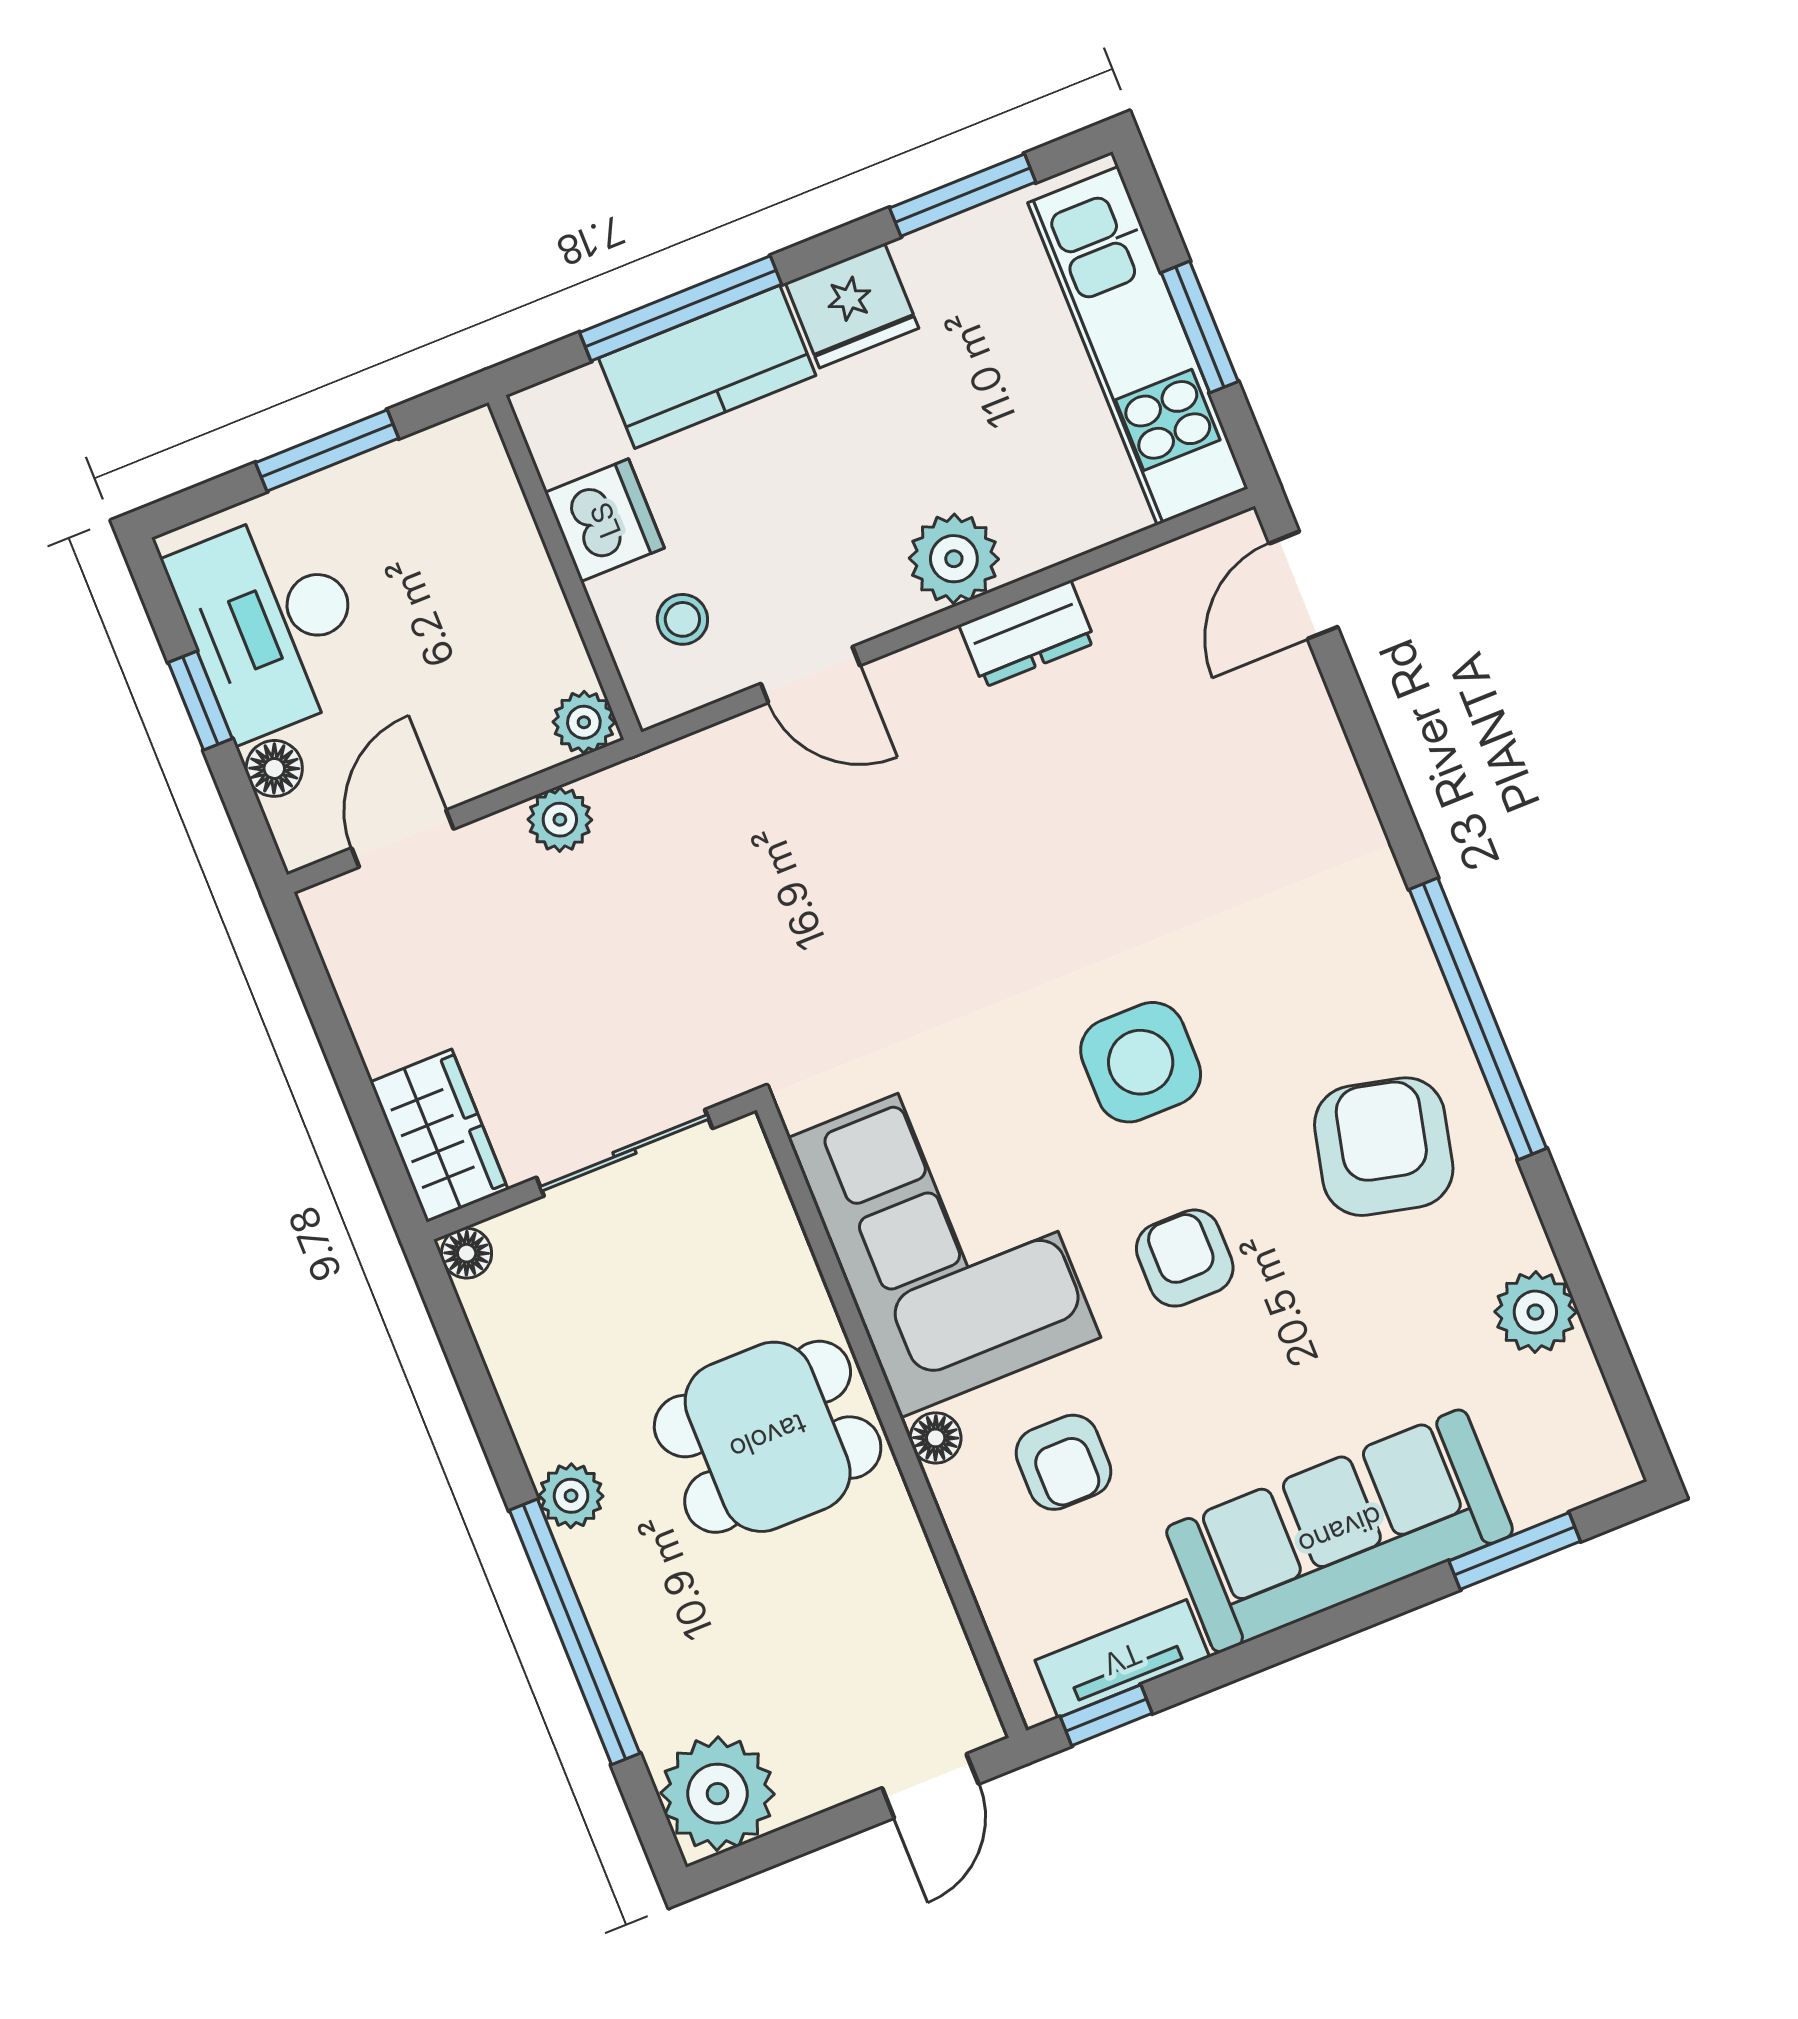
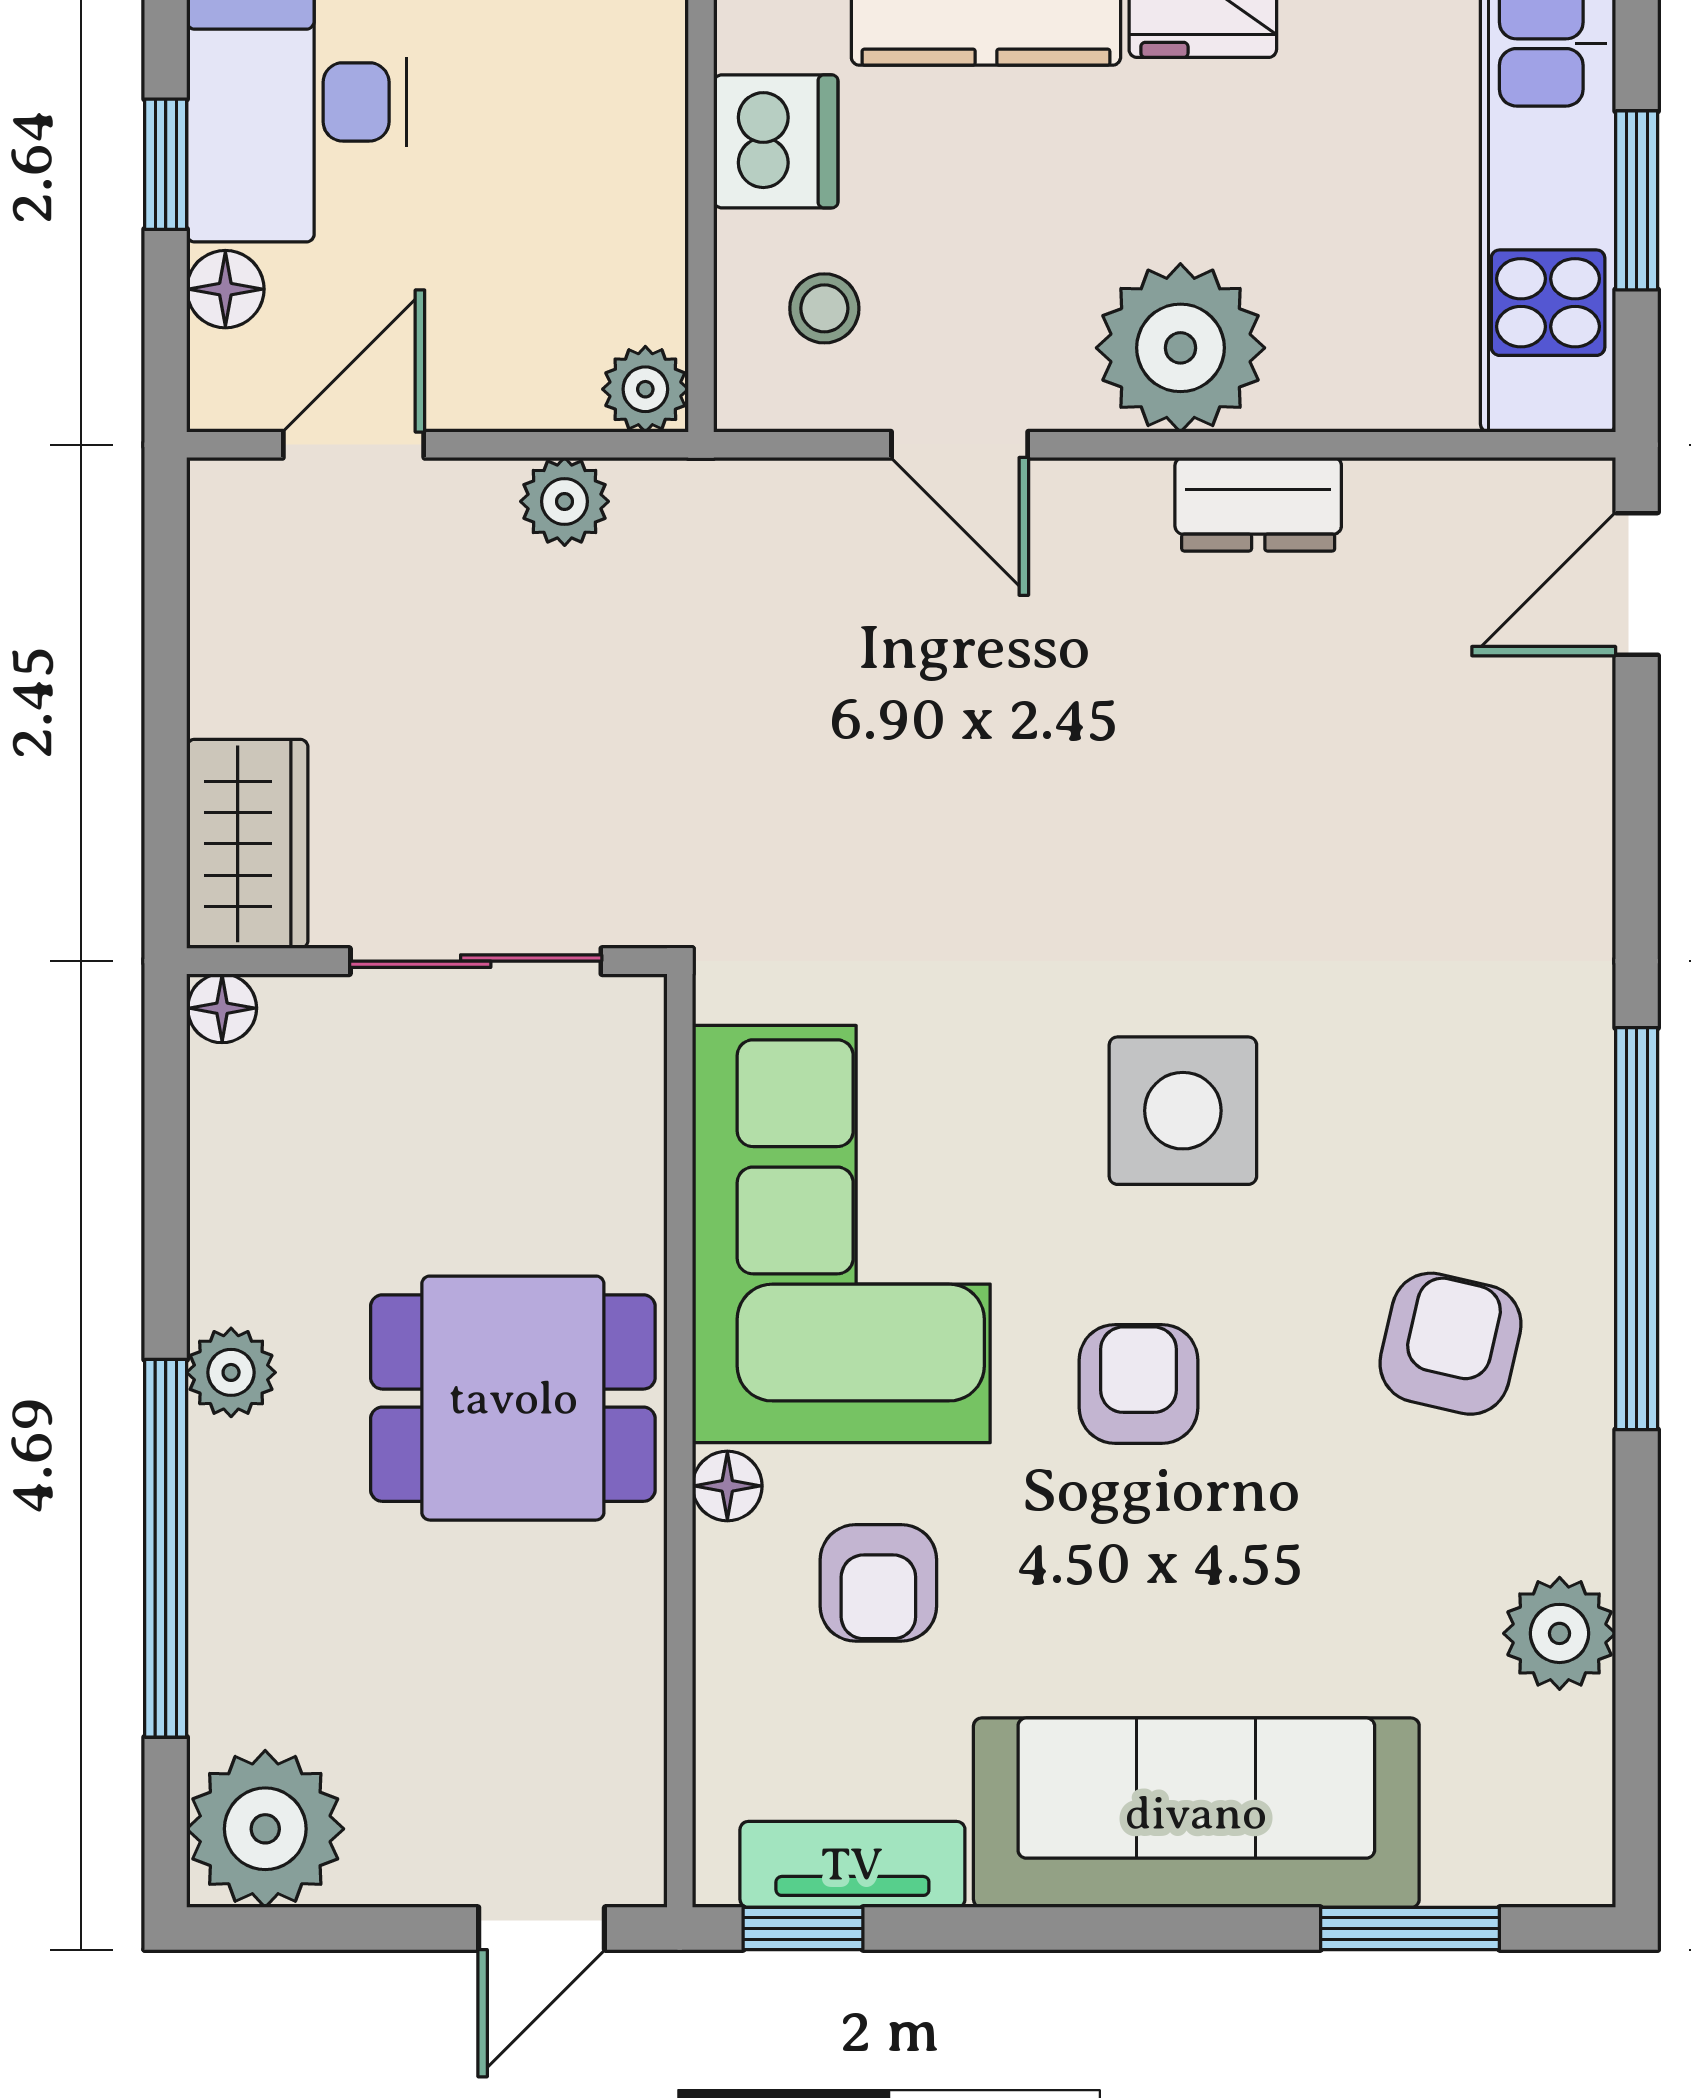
plant: (954, 559) -> (1180, 348), width x1.36, depth x1.36
armchair: (1384, 1147) -> (1450, 1344), width x0.72, depth x0.72

